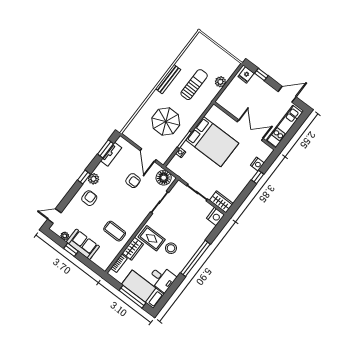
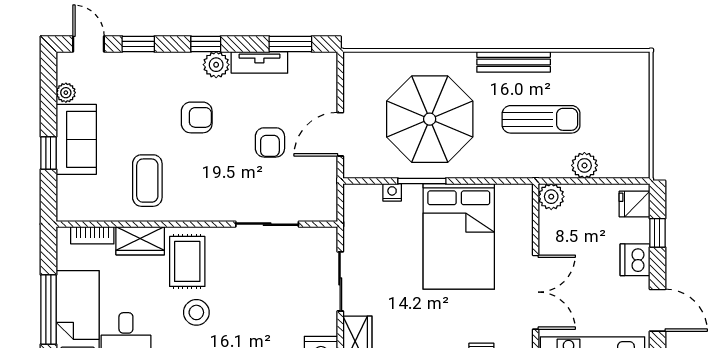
dishwasher: (265, 89) -> (635, 260), added
plant: (222, 101) -> (551, 197), added
parasol: (166, 122) -> (430, 119), width x1.36, depth x1.36
tv unit: (111, 154) -> (259, 62), moved
floor lamp: (164, 178) -> (320, 196), removed
armchair: (89, 198) -> (197, 117), moved
window: (67, 199) -> (138, 44), added
window: (71, 250) -> (48, 153), moved

